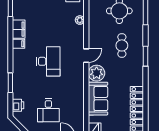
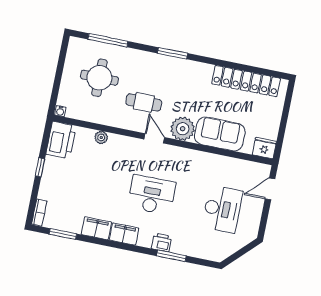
filing cabinet: (19, 44) -> (124, 234), width x2.00
cafe table: (122, 45) -> (144, 102), moved
printer: (18, 105) -> (162, 242), moved
desk: (48, 110) -> (222, 209), width x1.37

